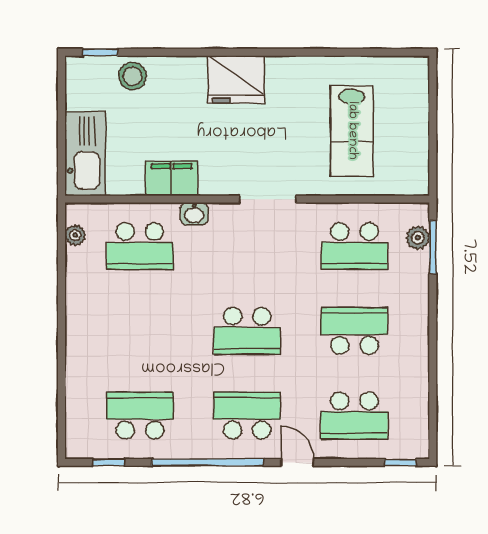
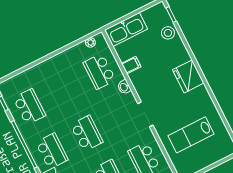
filing cabinet: (172, 178) -> (131, 65), width x0.50
school desk: (247, 331) -> (87, 133), turned 180

